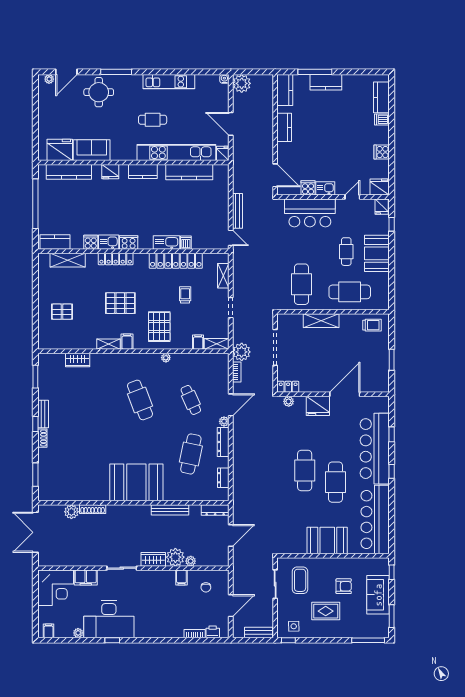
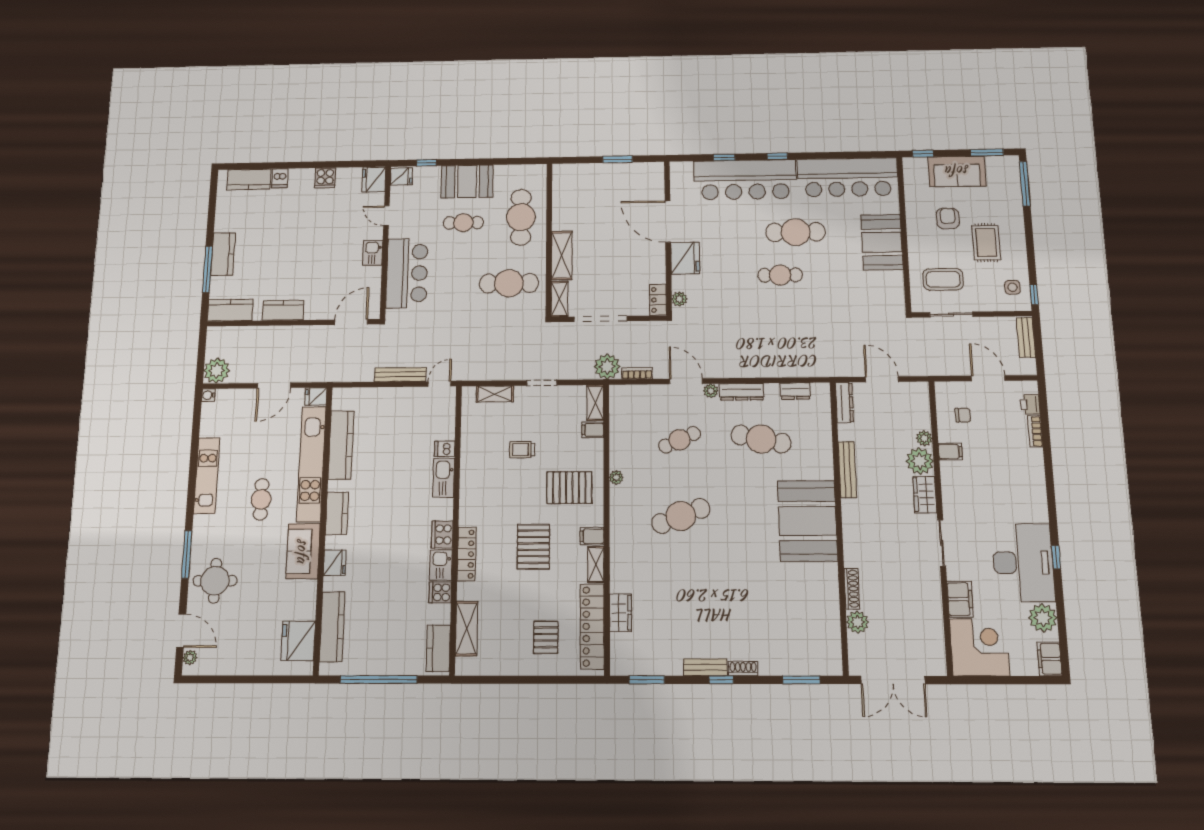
sofa: (92, 150) -> (303, 551), moved
cooker: (308, 188) -> (371, 276), removed
locker: (176, 261) -> (592, 626), moved, turned 180
shelving: (290, 319) -> (560, 299), added
trolley: (372, 325) -> (568, 186), removed
cafe table: (305, 470) -> (780, 275), width x0.73, depth x0.74
filing cabinet: (48, 631) -> (1050, 659), width x2.00
plant: (78, 633) -> (1043, 618), width x1.88, depth x1.88

